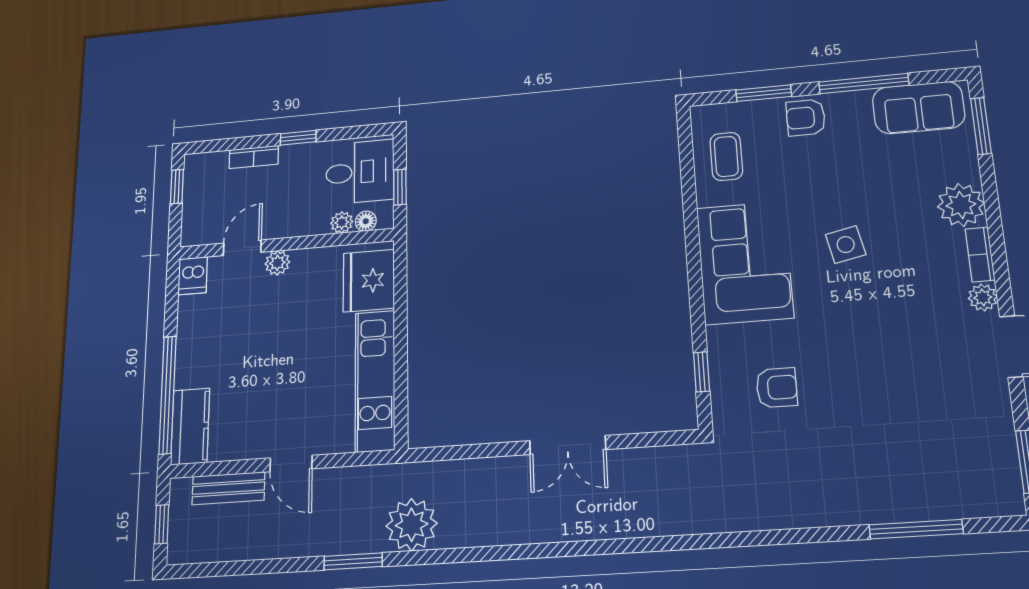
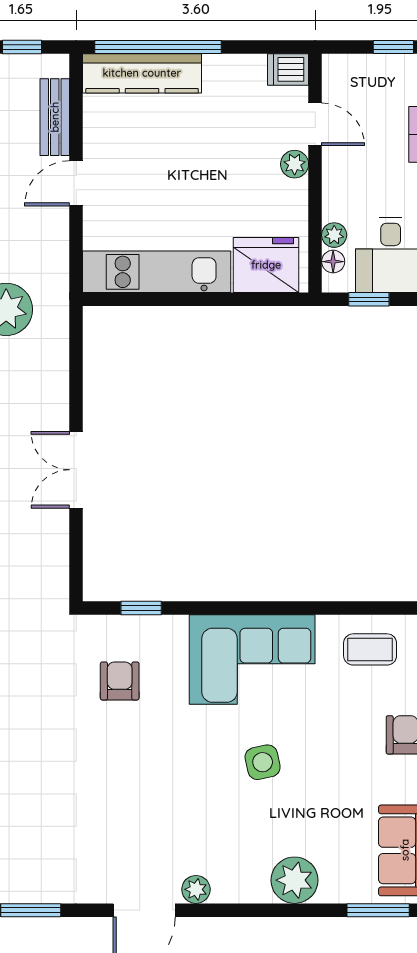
bookcase: (980, 254) -> (241, 892), removed
armchair: (777, 388) -> (120, 681), turned 180
kitchen counter: (190, 426) -> (142, 73), width x1.50

